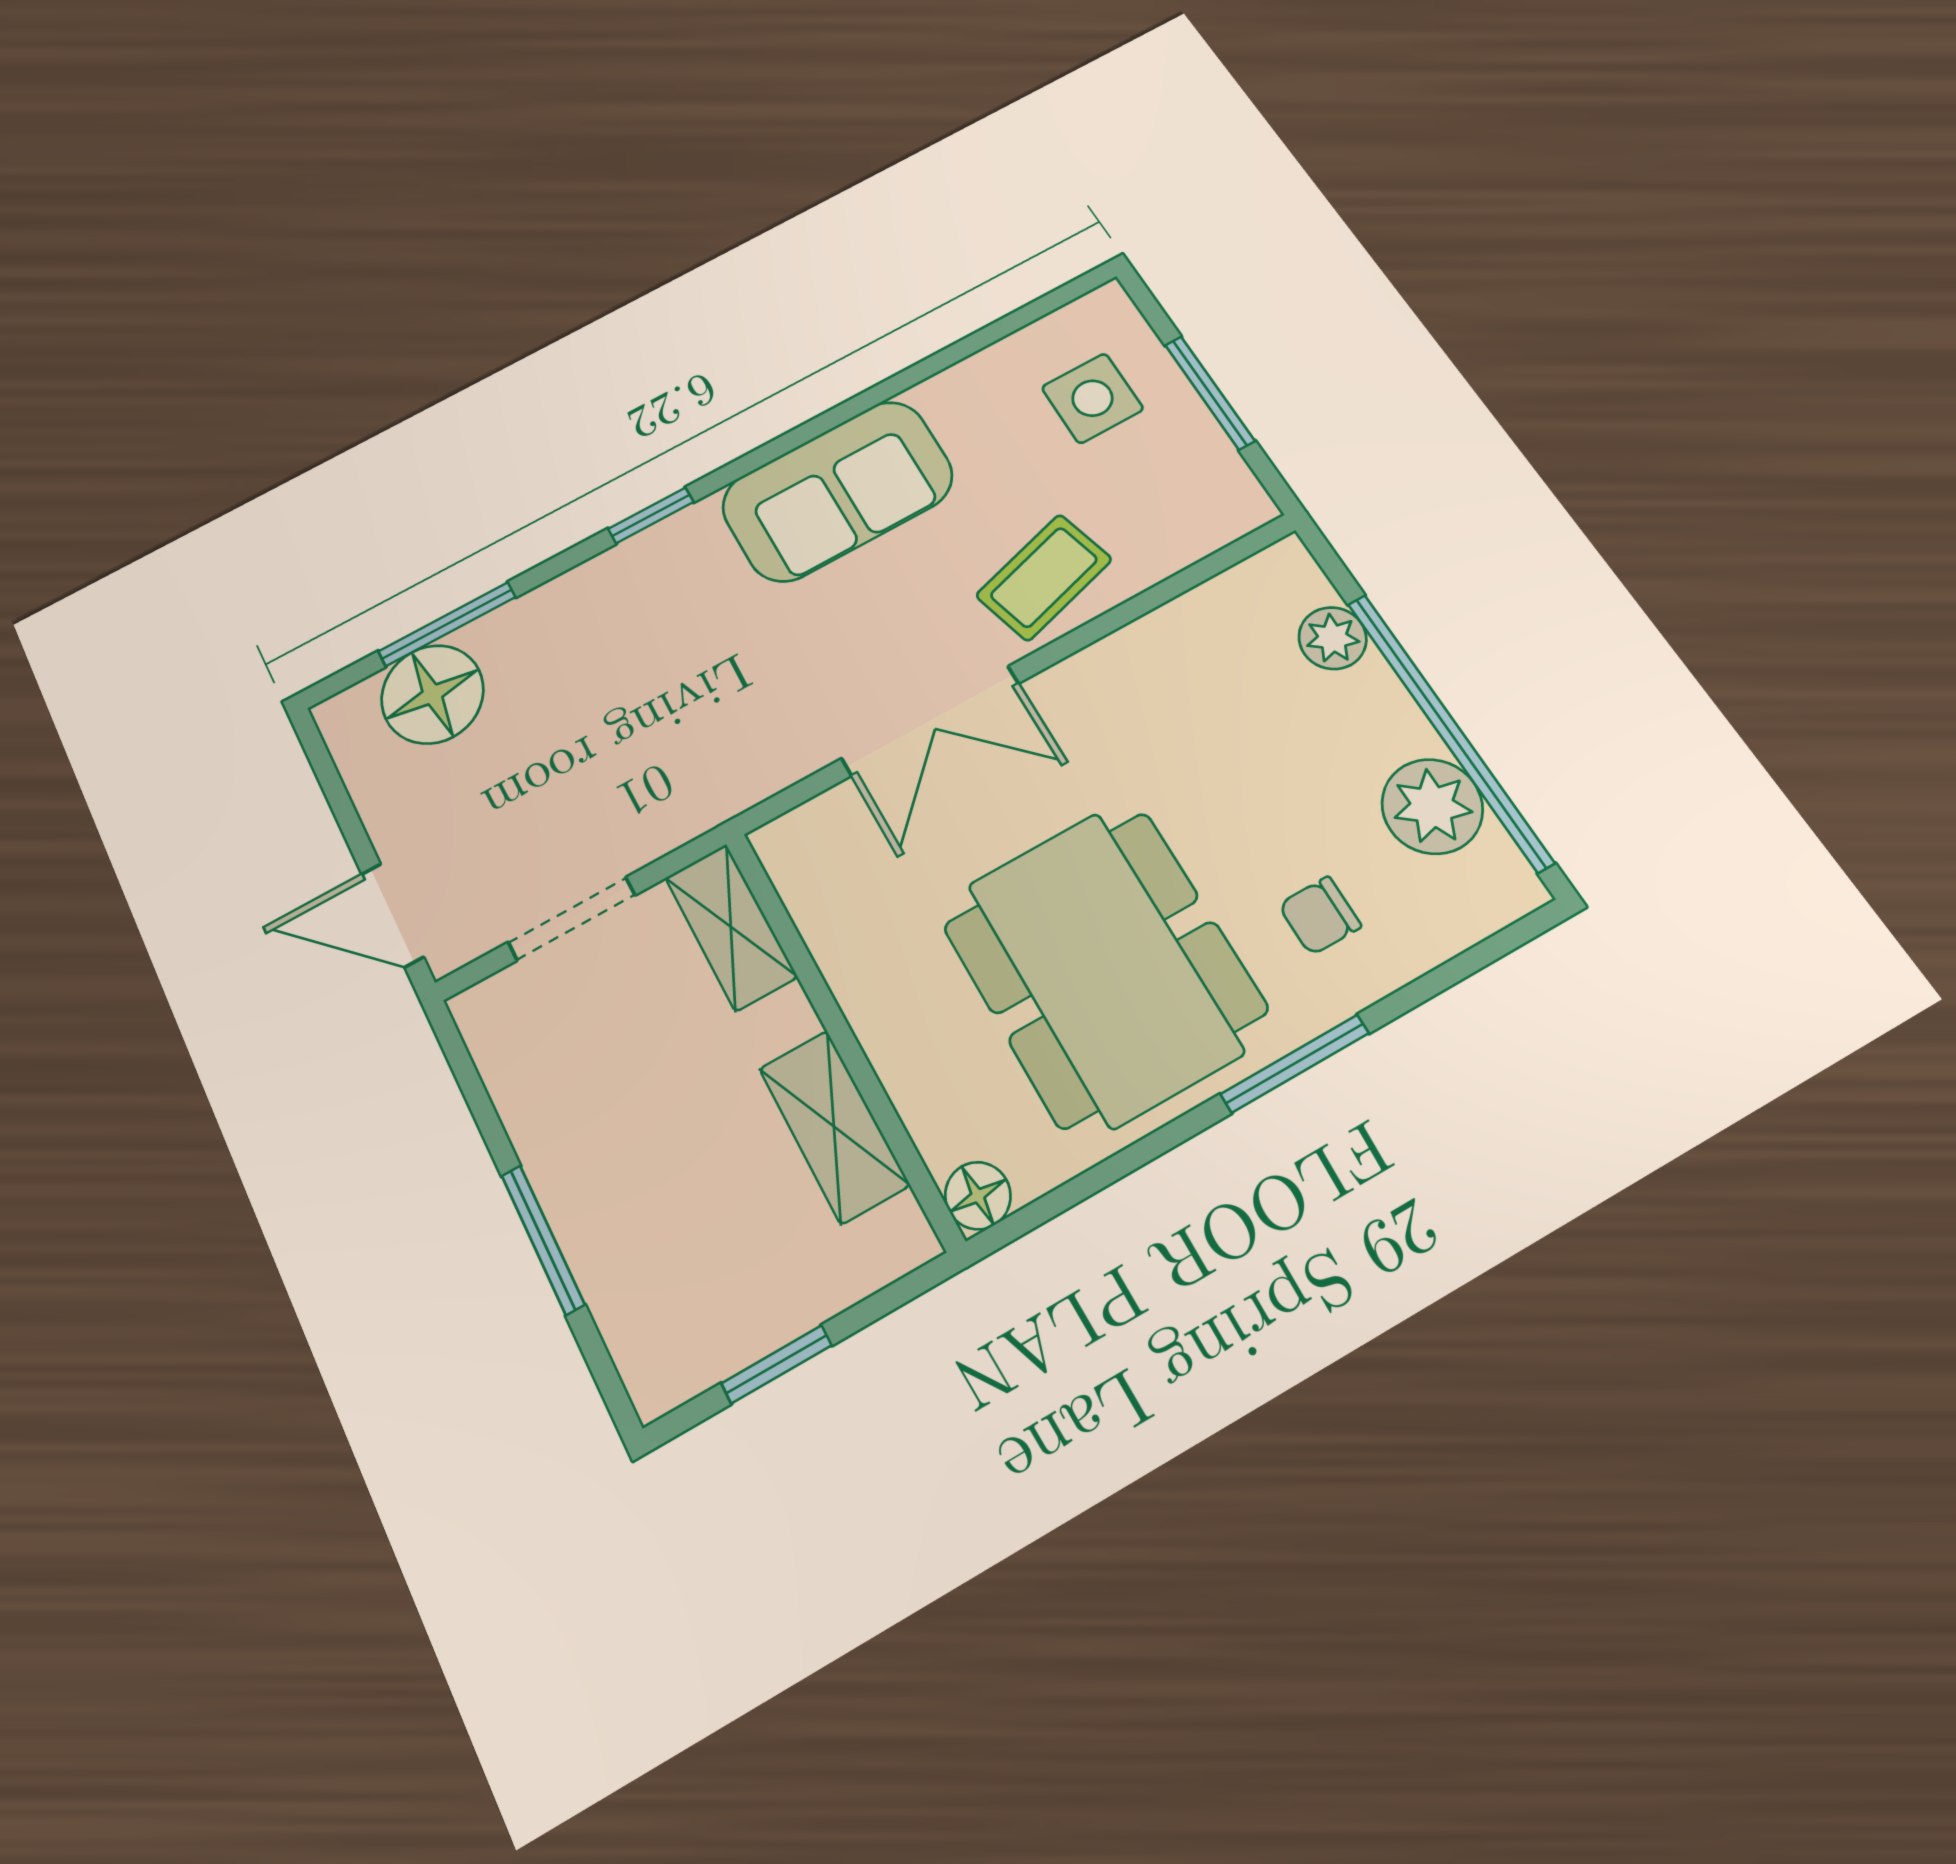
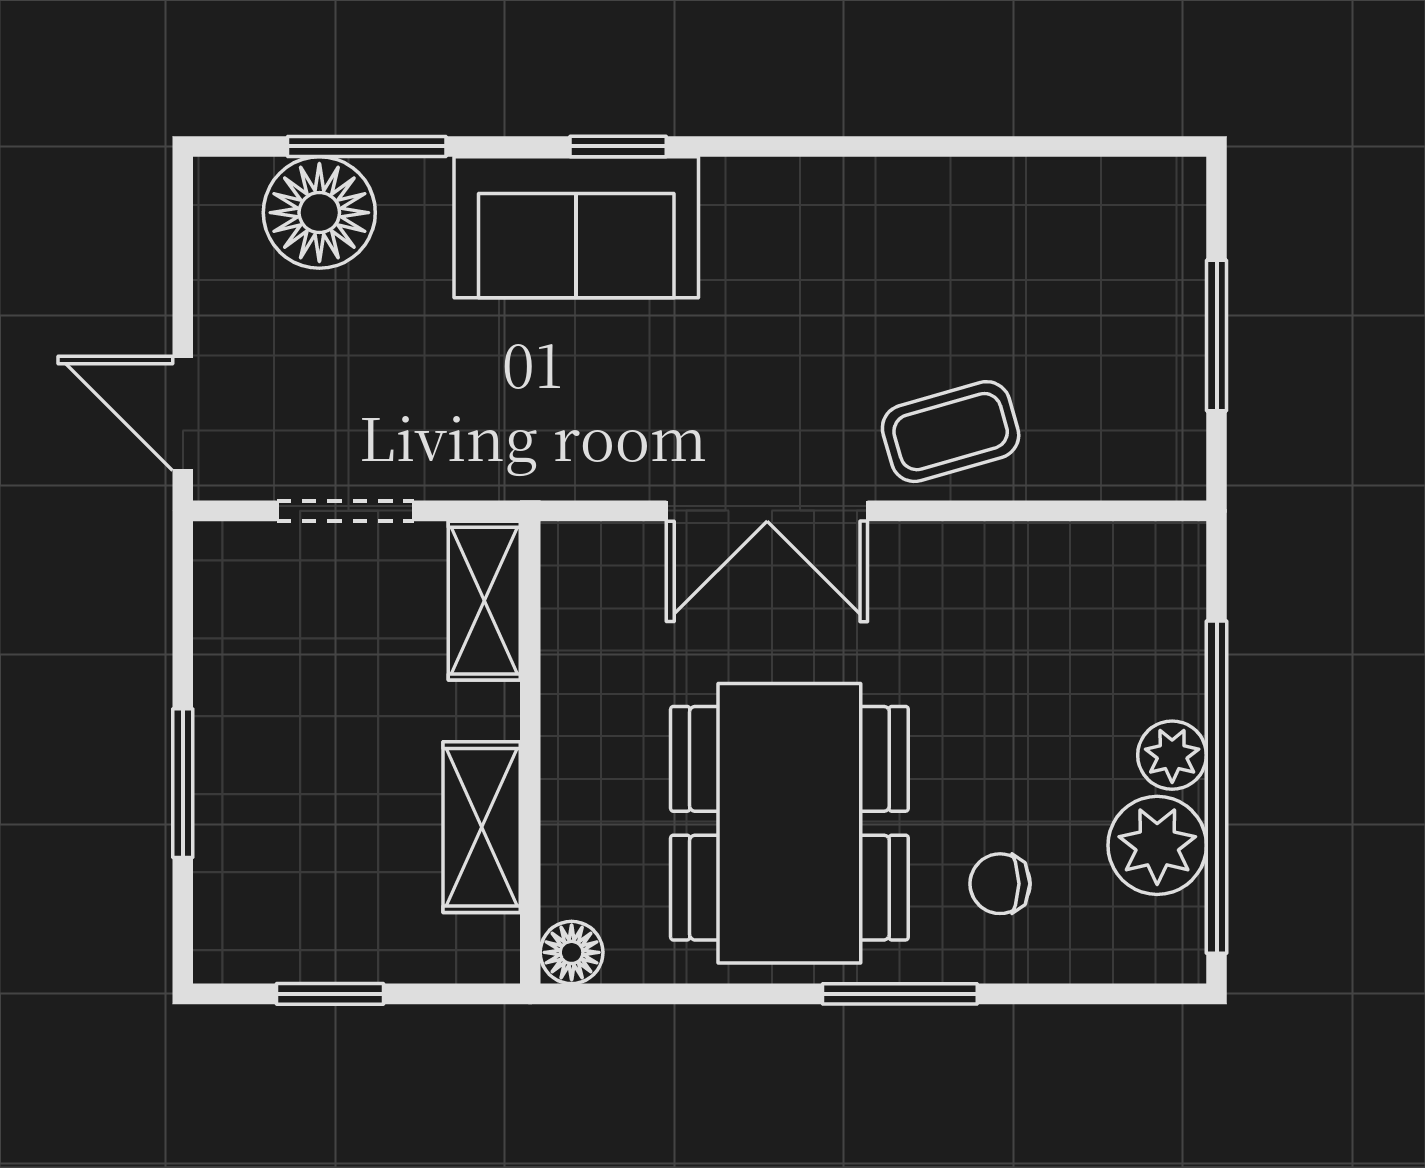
side table: (1092, 398) -> (1104, 275), removed
sofa: (837, 491) -> (576, 227), moved
plant: (1333, 638) -> (1172, 755), moved

